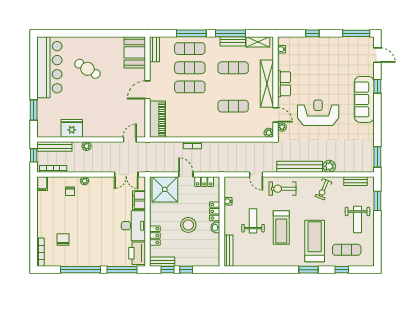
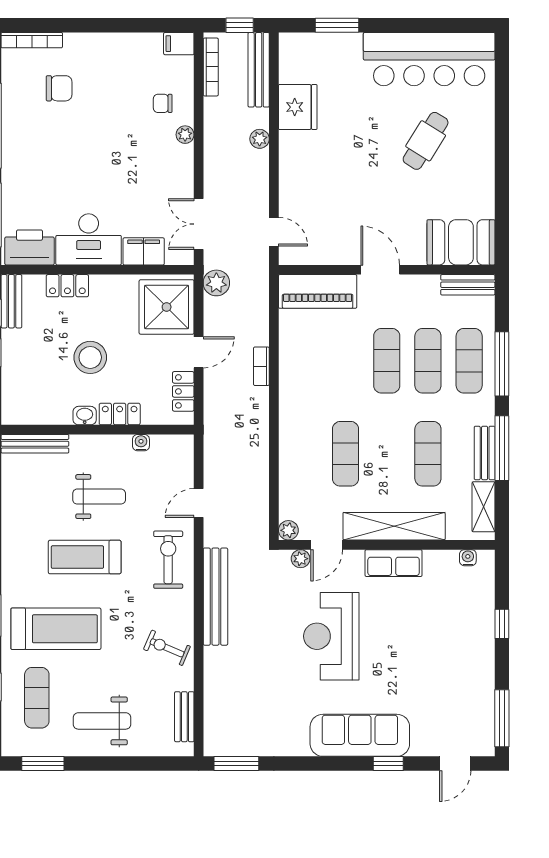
reception desk: (318, 113) -> (331, 636), turned 180
plant: (329, 166) -> (216, 283), moved
window: (377, 201) -> (43, 763), moved

